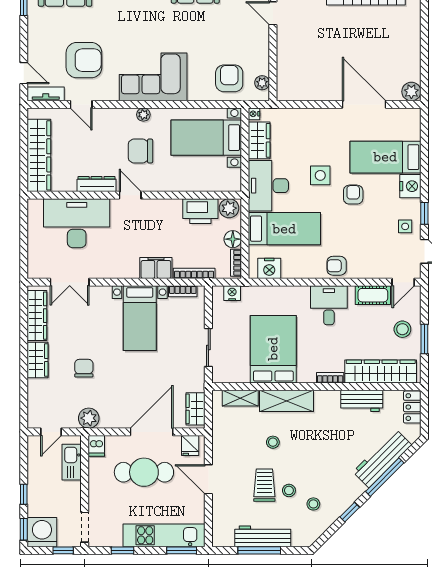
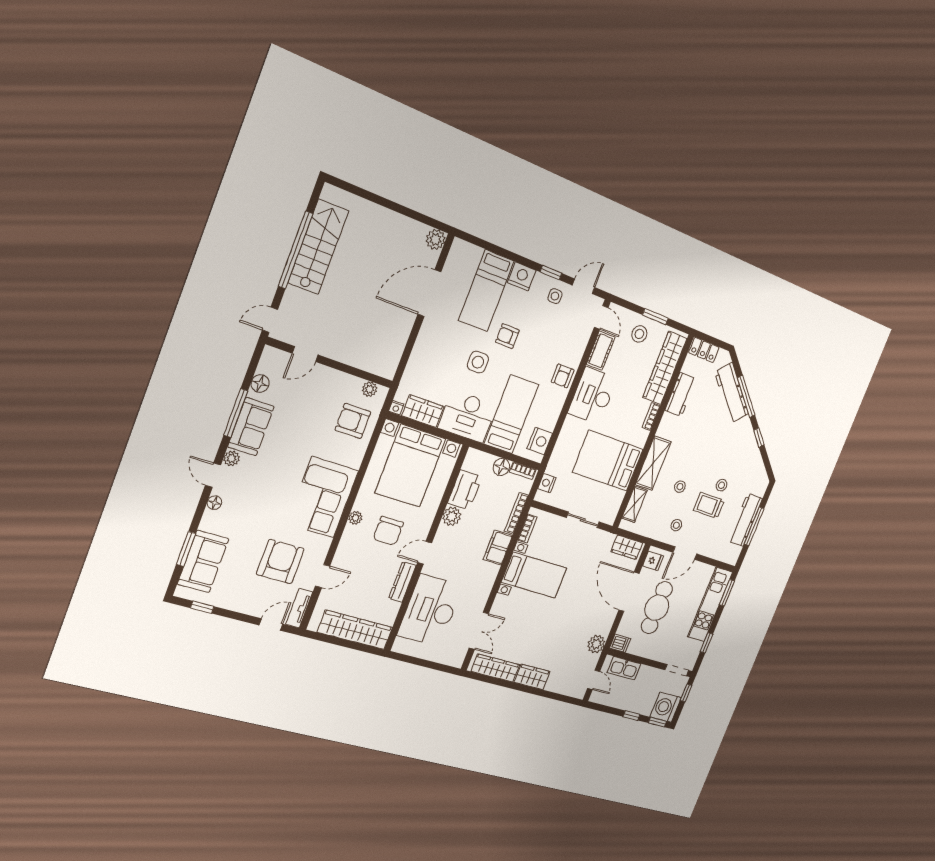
bed with nightstands: (206, 138) -> (410, 466), width x1.36
plant: (229, 208) -> (452, 516), moved
desk: (329, 305) -> (593, 396), width x1.37
chair: (84, 368) -> (555, 637), removed
stool: (313, 504) -> (676, 525), moved

